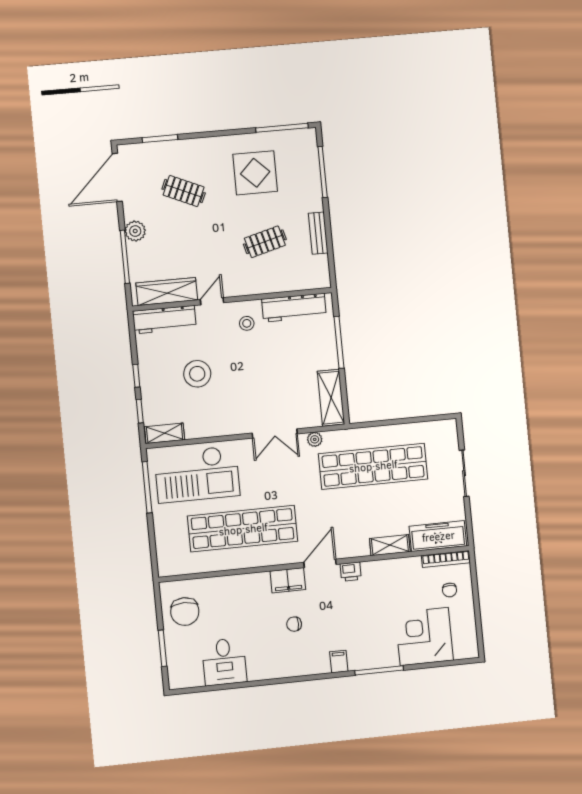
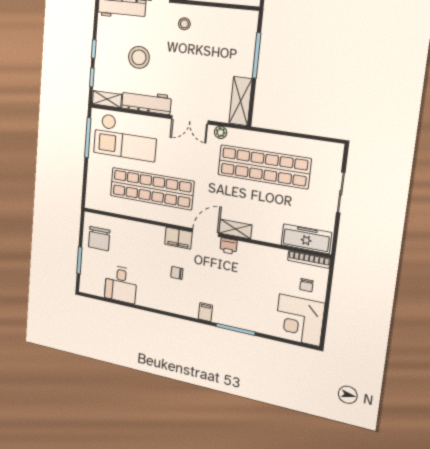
workbench: (294, 308) -> (146, 102), moved, turned 180
shelving: (390, 545) -> (235, 229), moved
corner desk: (424, 637) -> (300, 320), moved, turned -90

